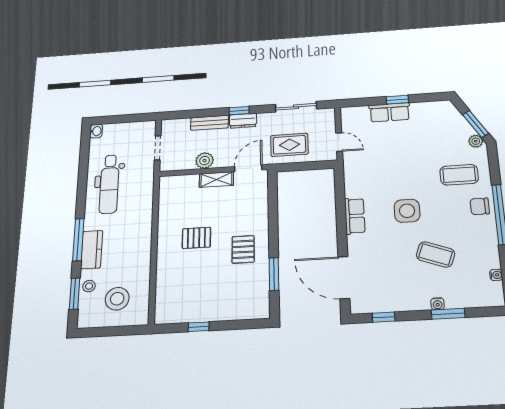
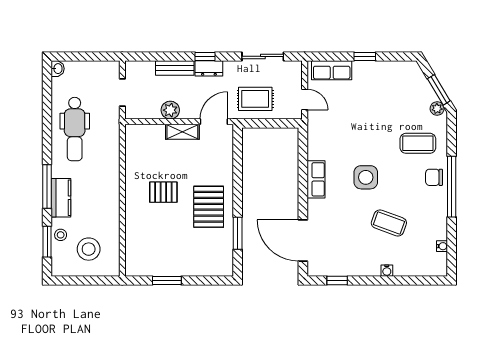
row of seats: (390, 112) -> (332, 70), moved
pallet: (243, 249) -> (209, 207), width x1.50, depth x1.42
window: (448, 314) -> (395, 281), removed
window: (199, 327) -> (167, 281), width x1.50

